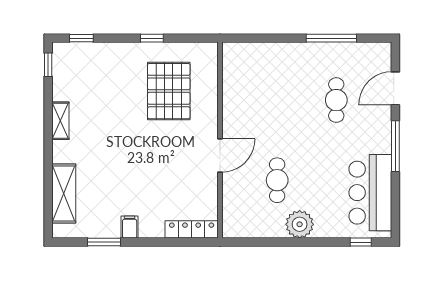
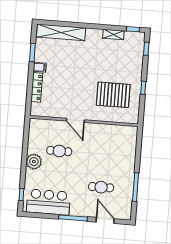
shelving: (60, 121) -> (113, 34), moved
shelving: (64, 193) -> (61, 32), width x1.47
locker: (192, 229) -> (37, 87), moved

